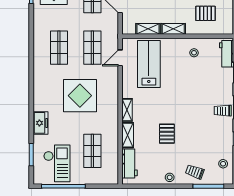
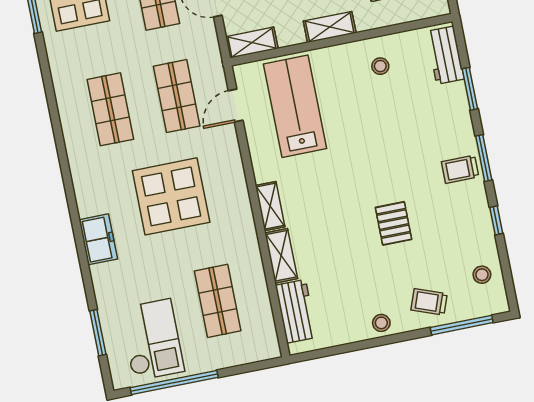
shelving: (148, 29) -> (252, 43), moved
freezer: (40, 123) -> (98, 239), moved
pallet: (167, 134) -> (394, 223), moved

